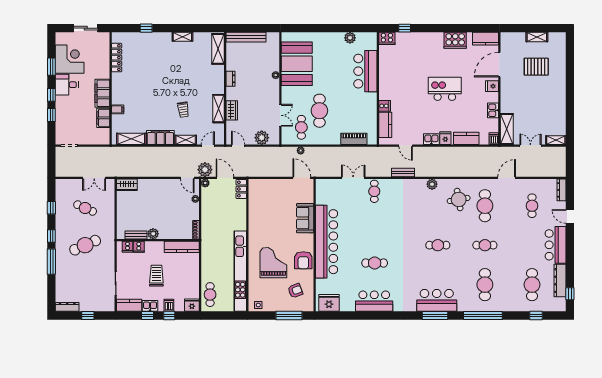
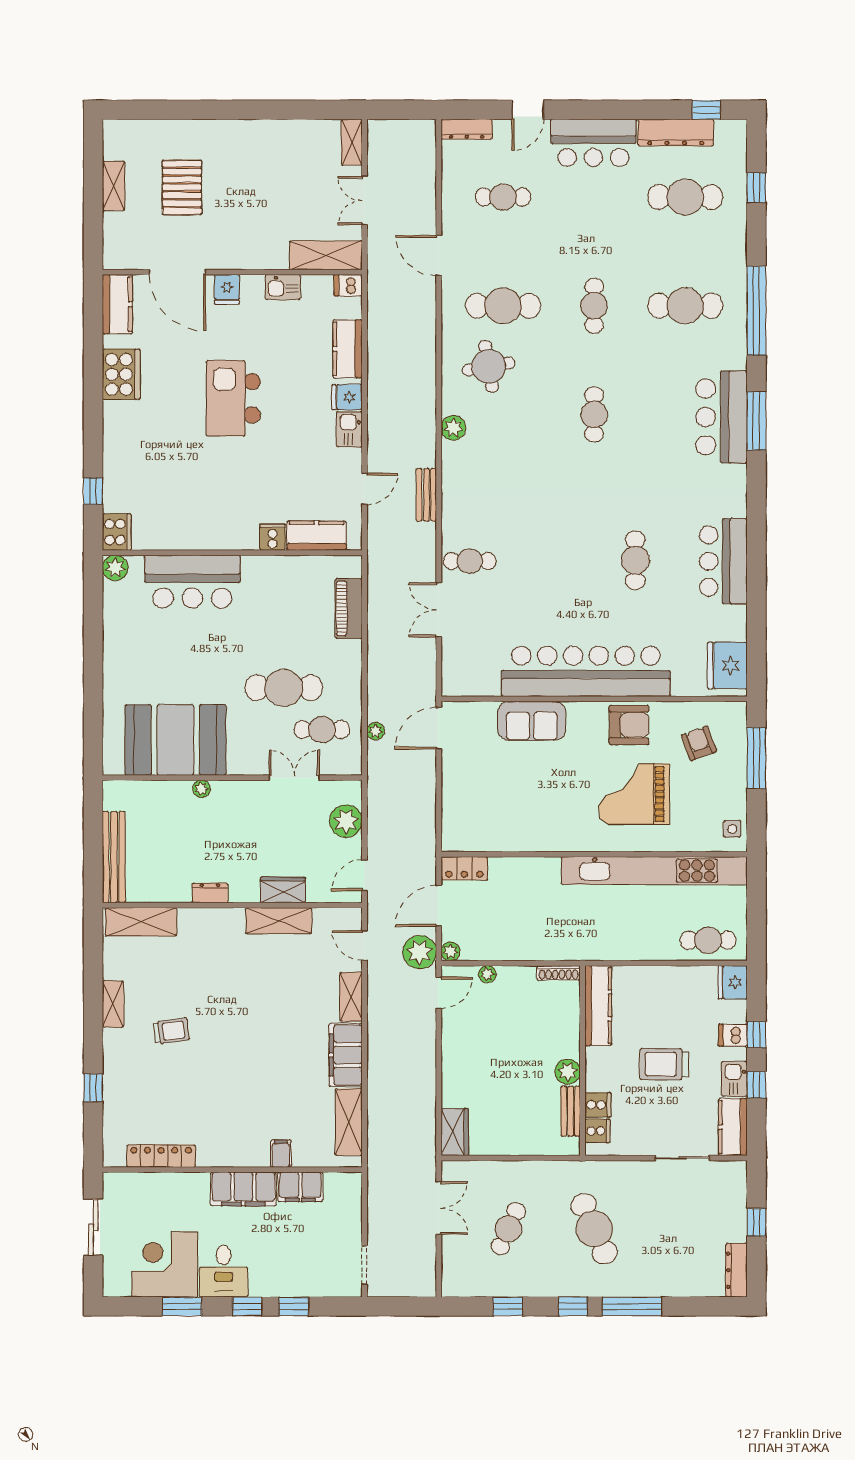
plant: (350, 38) -> (115, 568), moved
trolley: (183, 110) -> (171, 1031), moved

